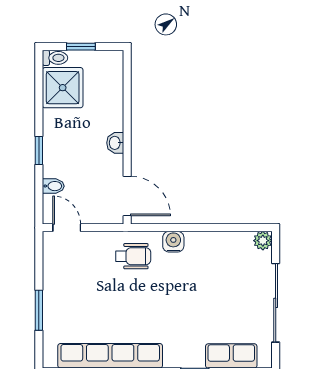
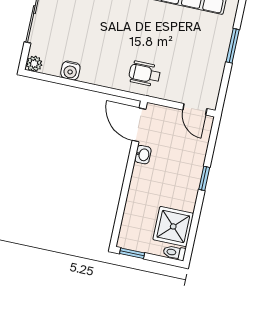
window: (81, 47) -> (132, 253), moved
washbasin: (115, 143) -> (143, 155), moved
bidet: (53, 186) -> (199, 146), removed
water cooler: (173, 242) -> (70, 71), moved

